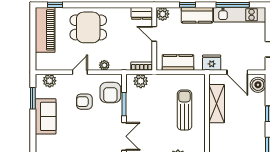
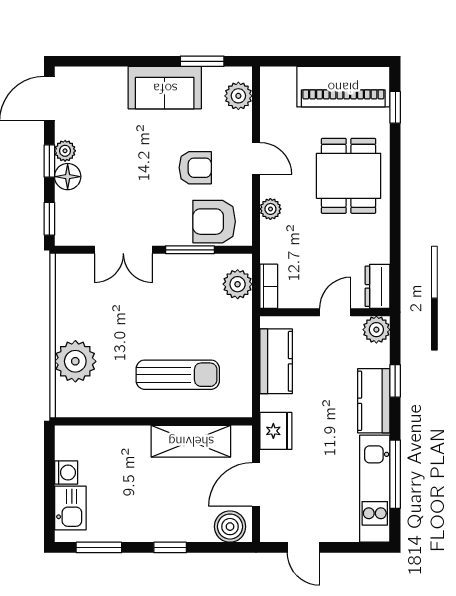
armchair: (84, 102) -> (195, 168), turned 90

